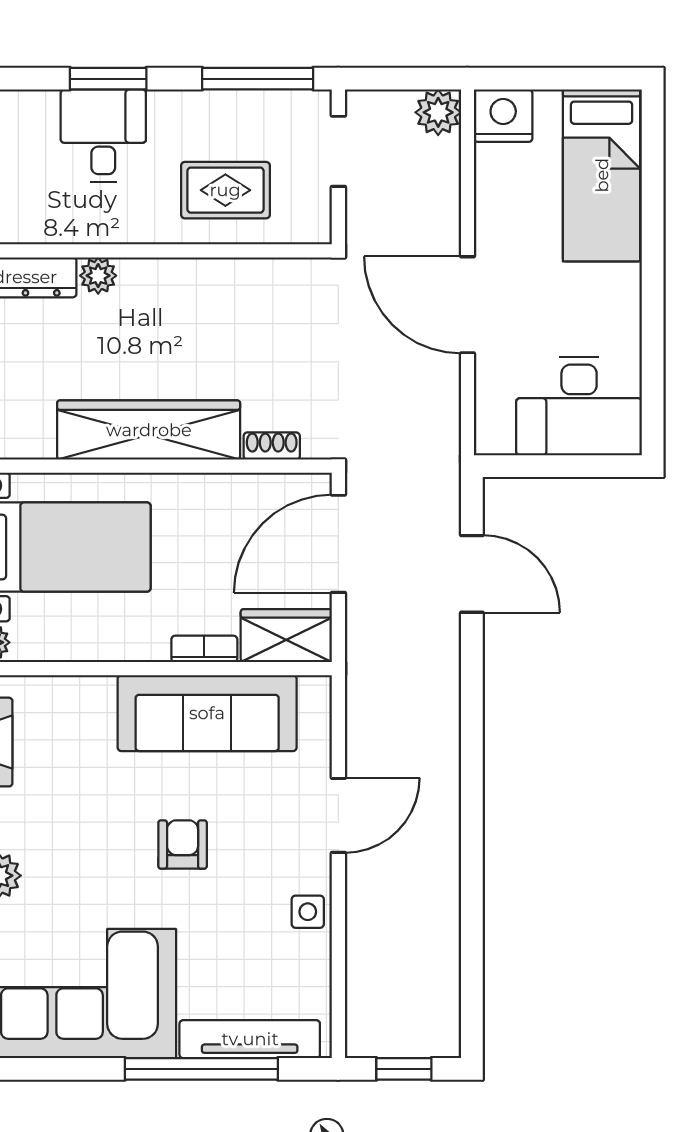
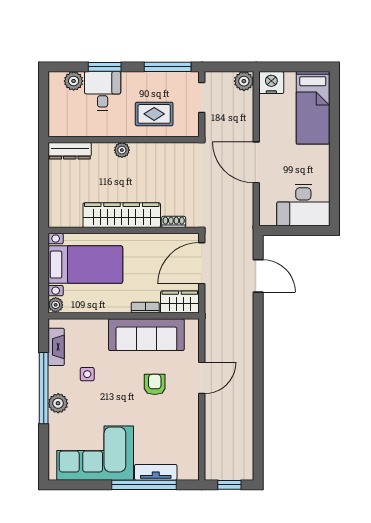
plant: (35, 112) -> (74, 81), added
plant: (98, 276) -> (122, 150), moved
armchair: (183, 845) -> (155, 384), moved
side table: (308, 912) -> (87, 374), moved
tv unit: (250, 1039) -> (156, 472), width x0.71

